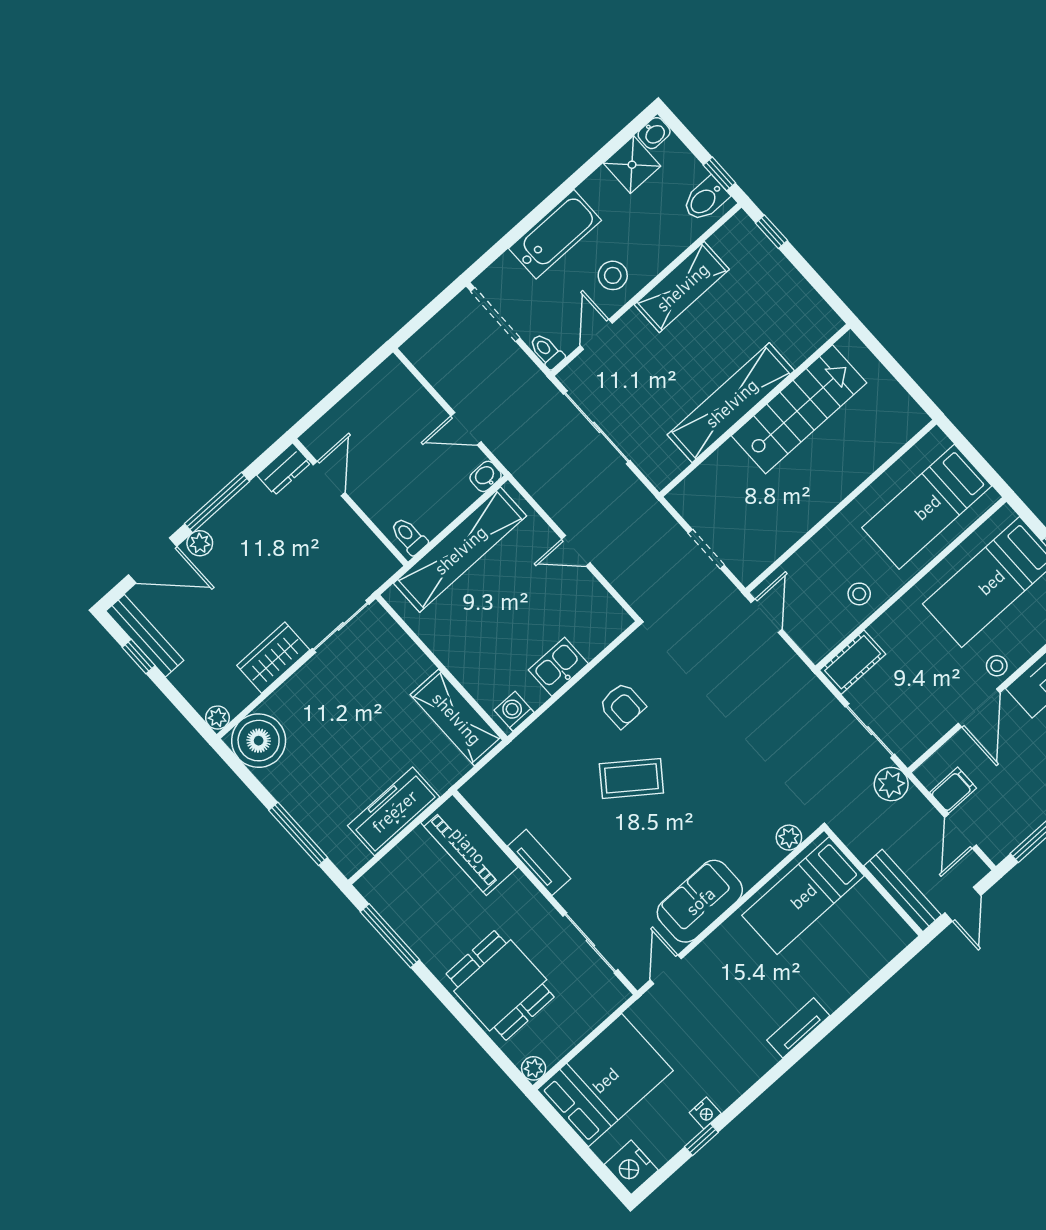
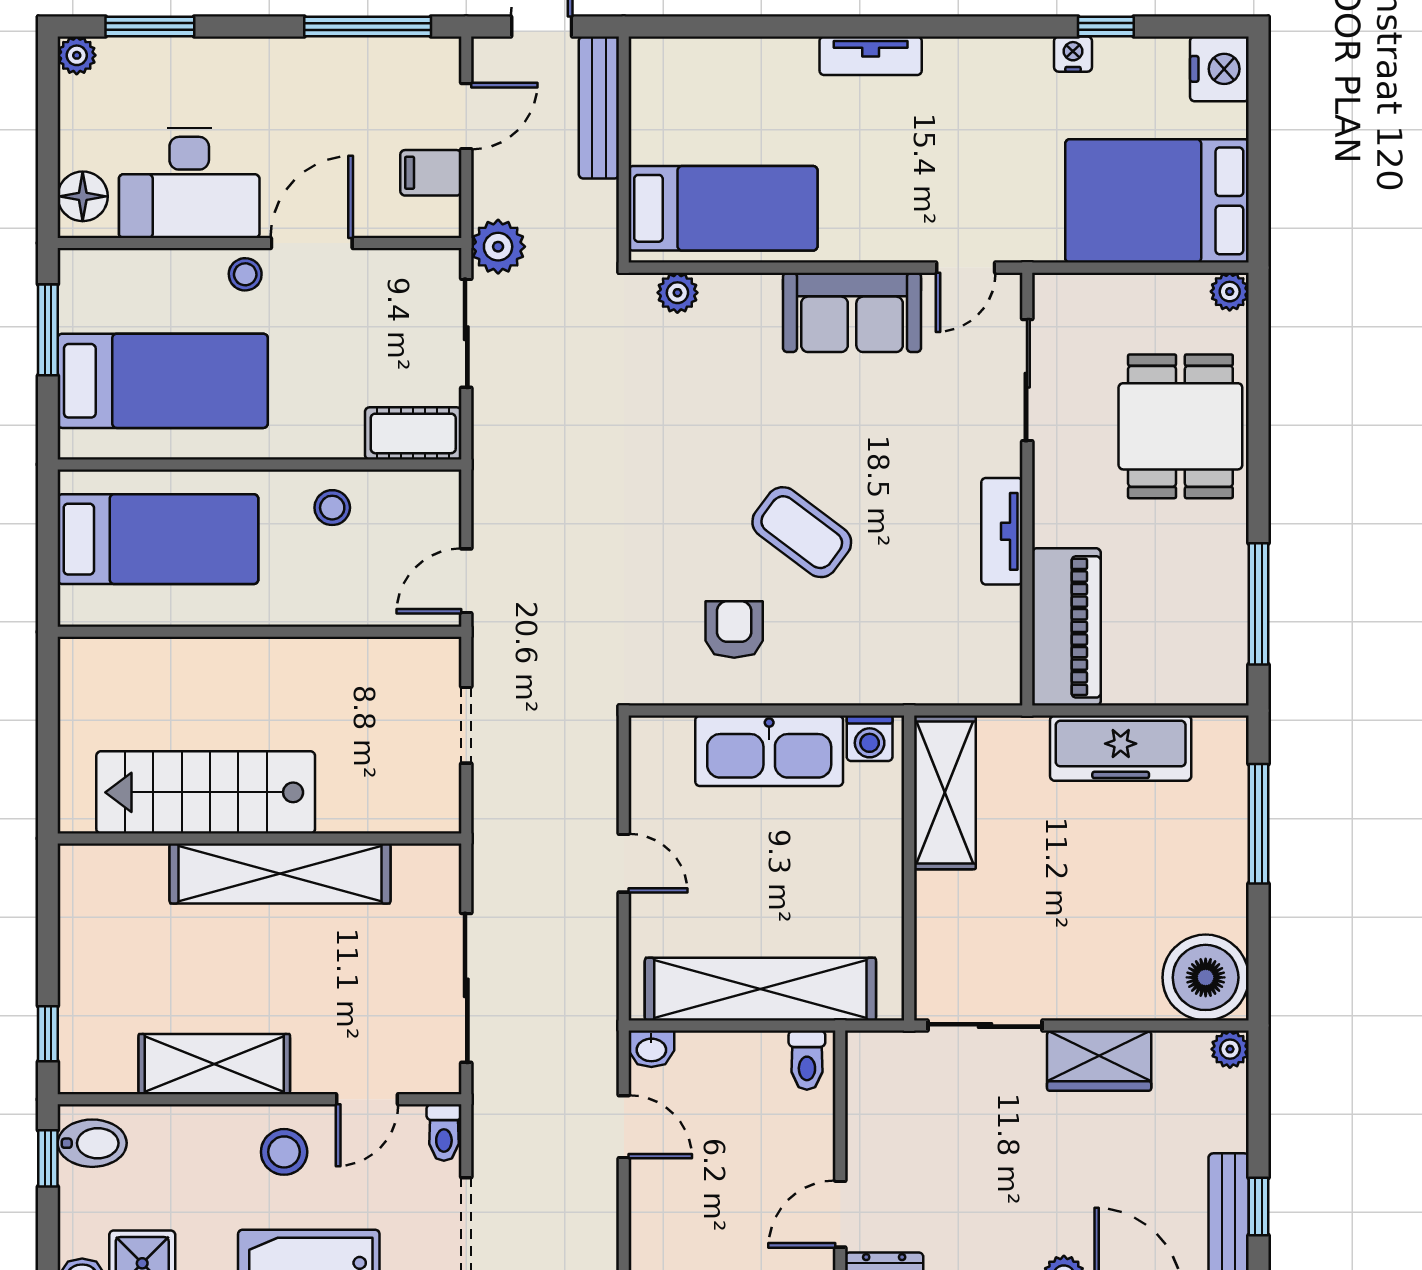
kitchen sink: (558, 667) -> (769, 751), width x1.87, depth x1.24

